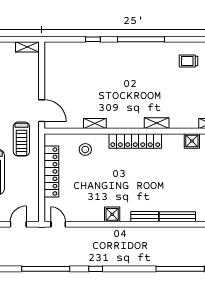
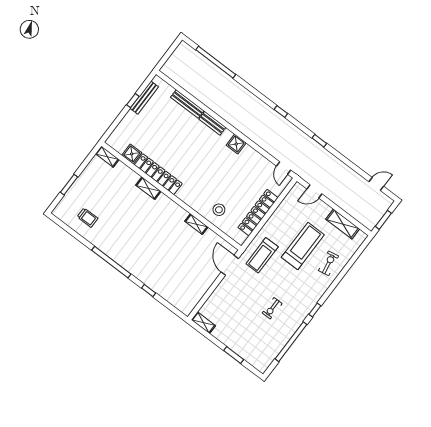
treadmill: (21, 139) -> (262, 255), turned 180
locker: (135, 141) -> (158, 174), moved
window: (46, 269) -> (319, 141), width x0.32

